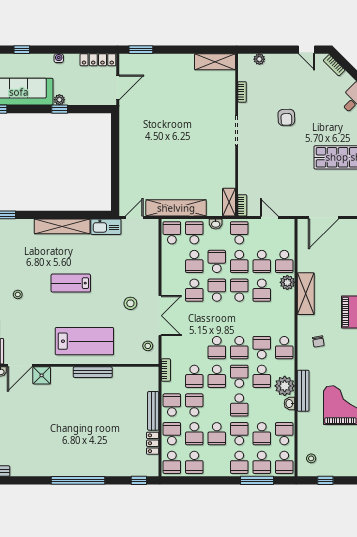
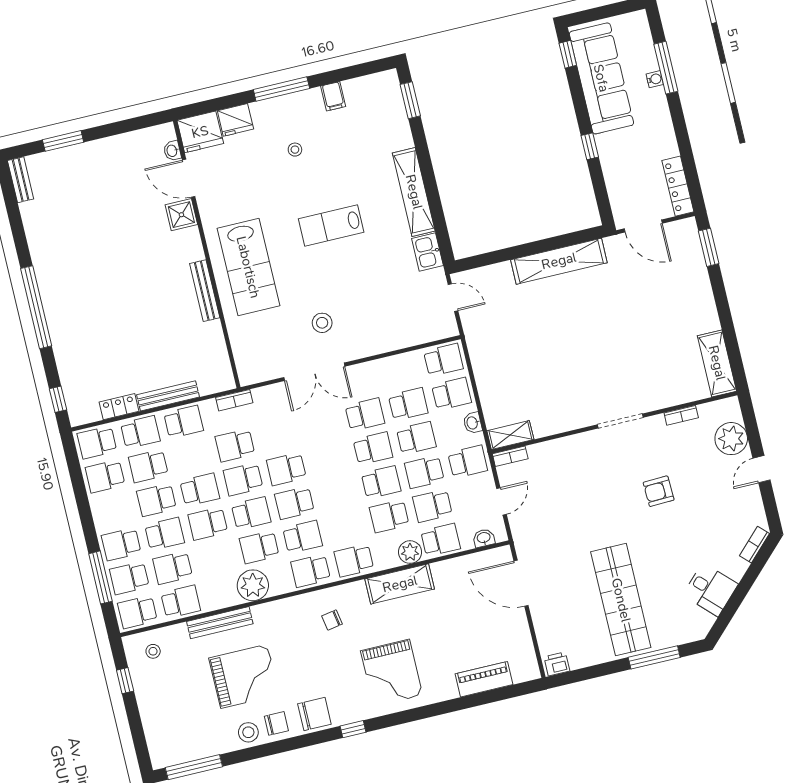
window: (22, 50) -> (666, 68), width x2.17
door: (306, 50) -> (761, 469), moved
water cooler: (59, 58) -> (655, 79), moved
plant: (259, 59) -> (731, 439), width x1.88, depth x1.88
plant: (59, 100) -> (604, 142), removed
shelving: (176, 208) -> (559, 261), moved, turned 90
kitchen sink: (106, 227) -> (427, 252), width x0.73
school desk: (194, 261) -> (408, 404), turned 180
school desk: (284, 261) -> (441, 540), turned 180
lab bench: (71, 283) -> (331, 225), turned -90
school desk: (194, 290) -> (365, 414), turned 180
school desk: (284, 319) -> (354, 560), added
stool: (148, 346) -> (264, 364), removed
bench: (303, 391) -> (220, 623), moved
washbasin: (290, 403) -> (484, 538), moved
school desk: (194, 405) -> (200, 490), moved

